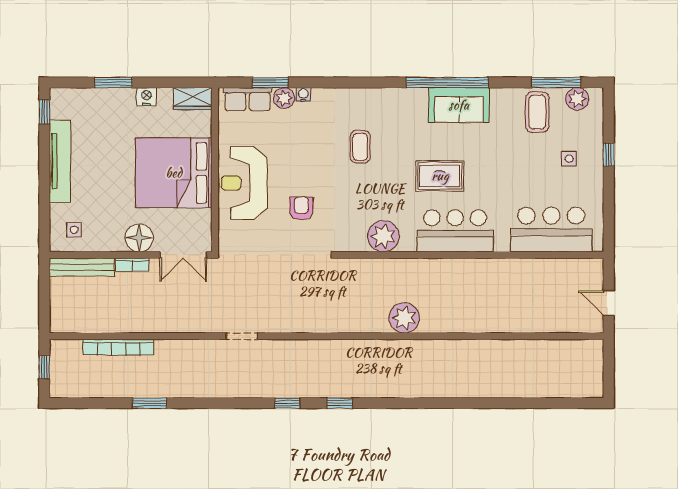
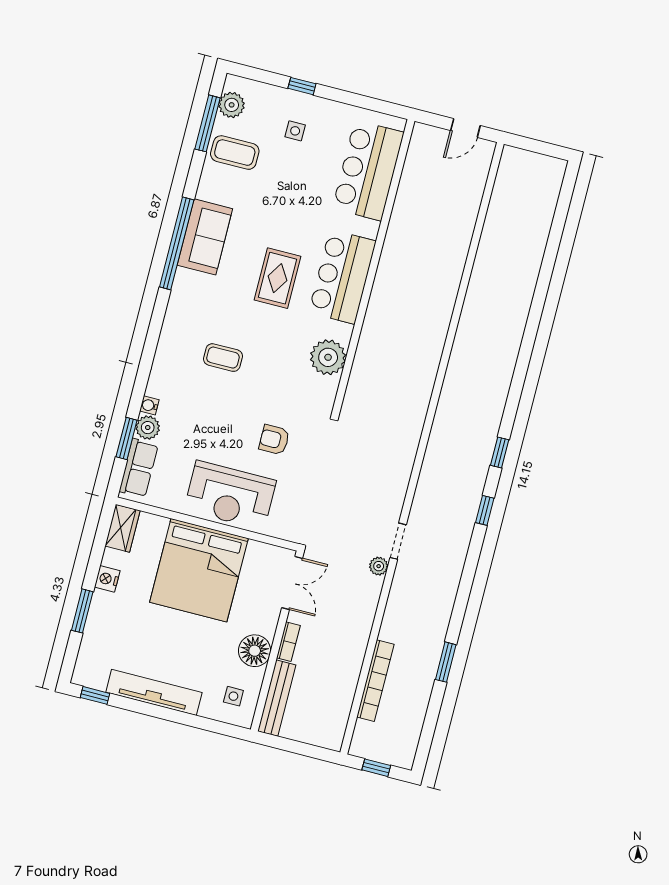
floor lamp: (139, 238) -> (255, 651), moved
plant: (404, 318) -> (379, 566), moved, width x0.53, depth x0.53

